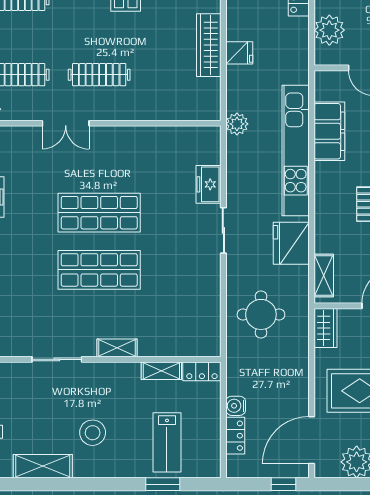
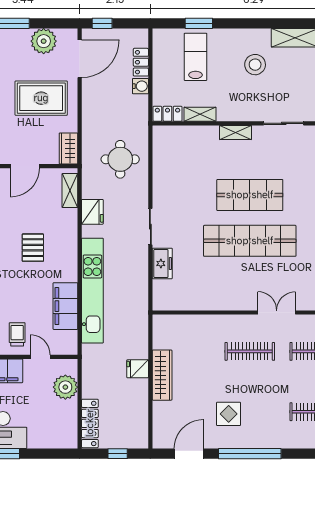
plant: (237, 124) -> (139, 312), removed
shop shelf: (99, 213) -> (250, 241), width x1.40
fridge: (291, 243) -> (92, 212), width x0.73, depth x0.75

